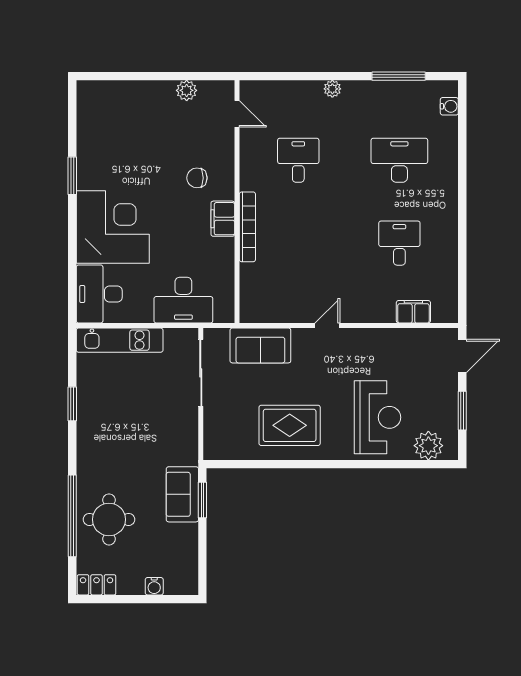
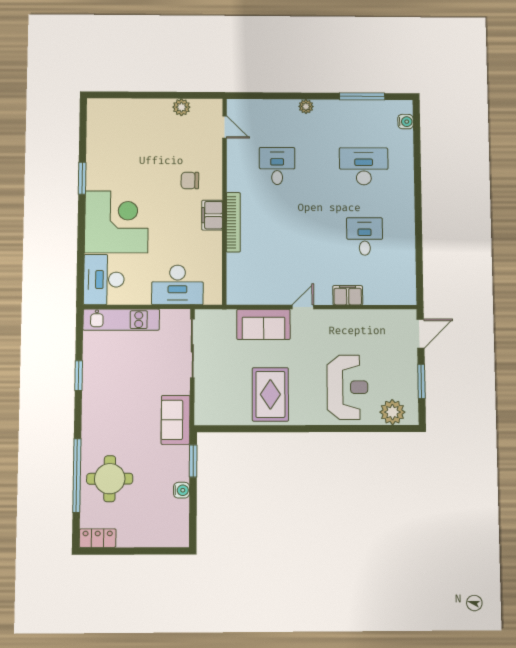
filing cabinet: (413, 312) -> (348, 295), moved
sofa: (260, 345) -> (263, 324), moved
rug: (290, 425) -> (270, 394), turned 90
sofa: (182, 494) -> (176, 420), moved
water cooler: (154, 586) -> (182, 490), moved, turned -90

